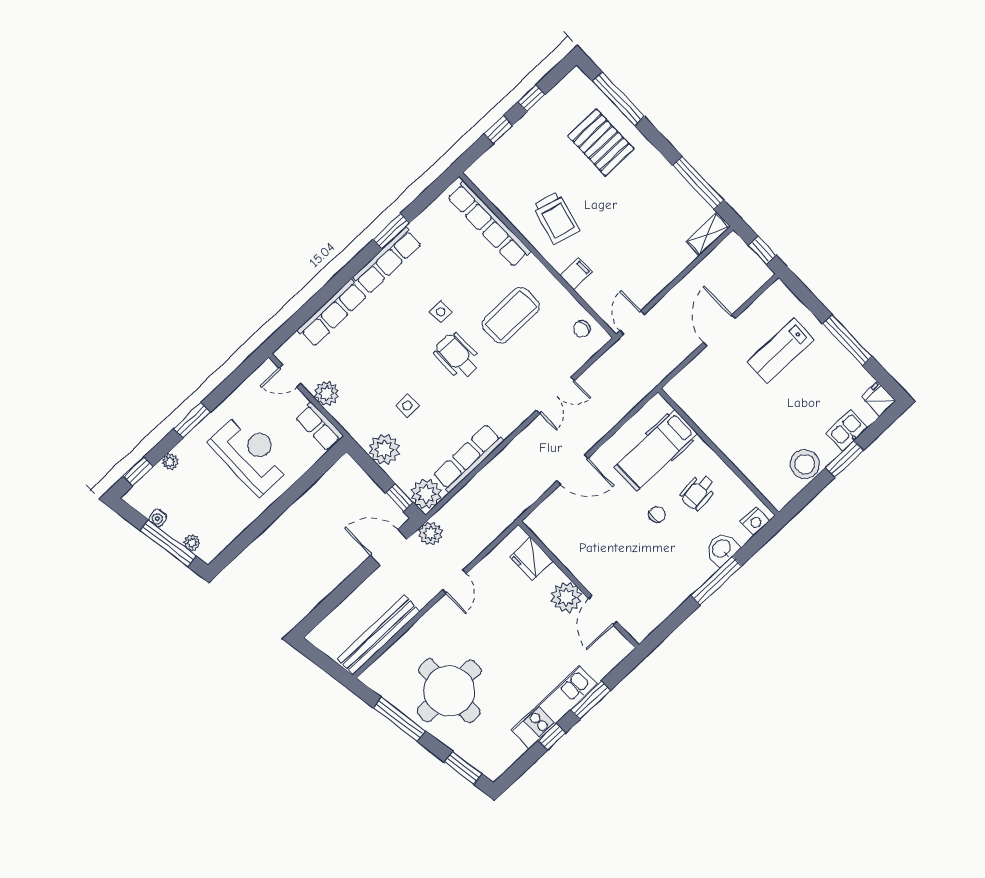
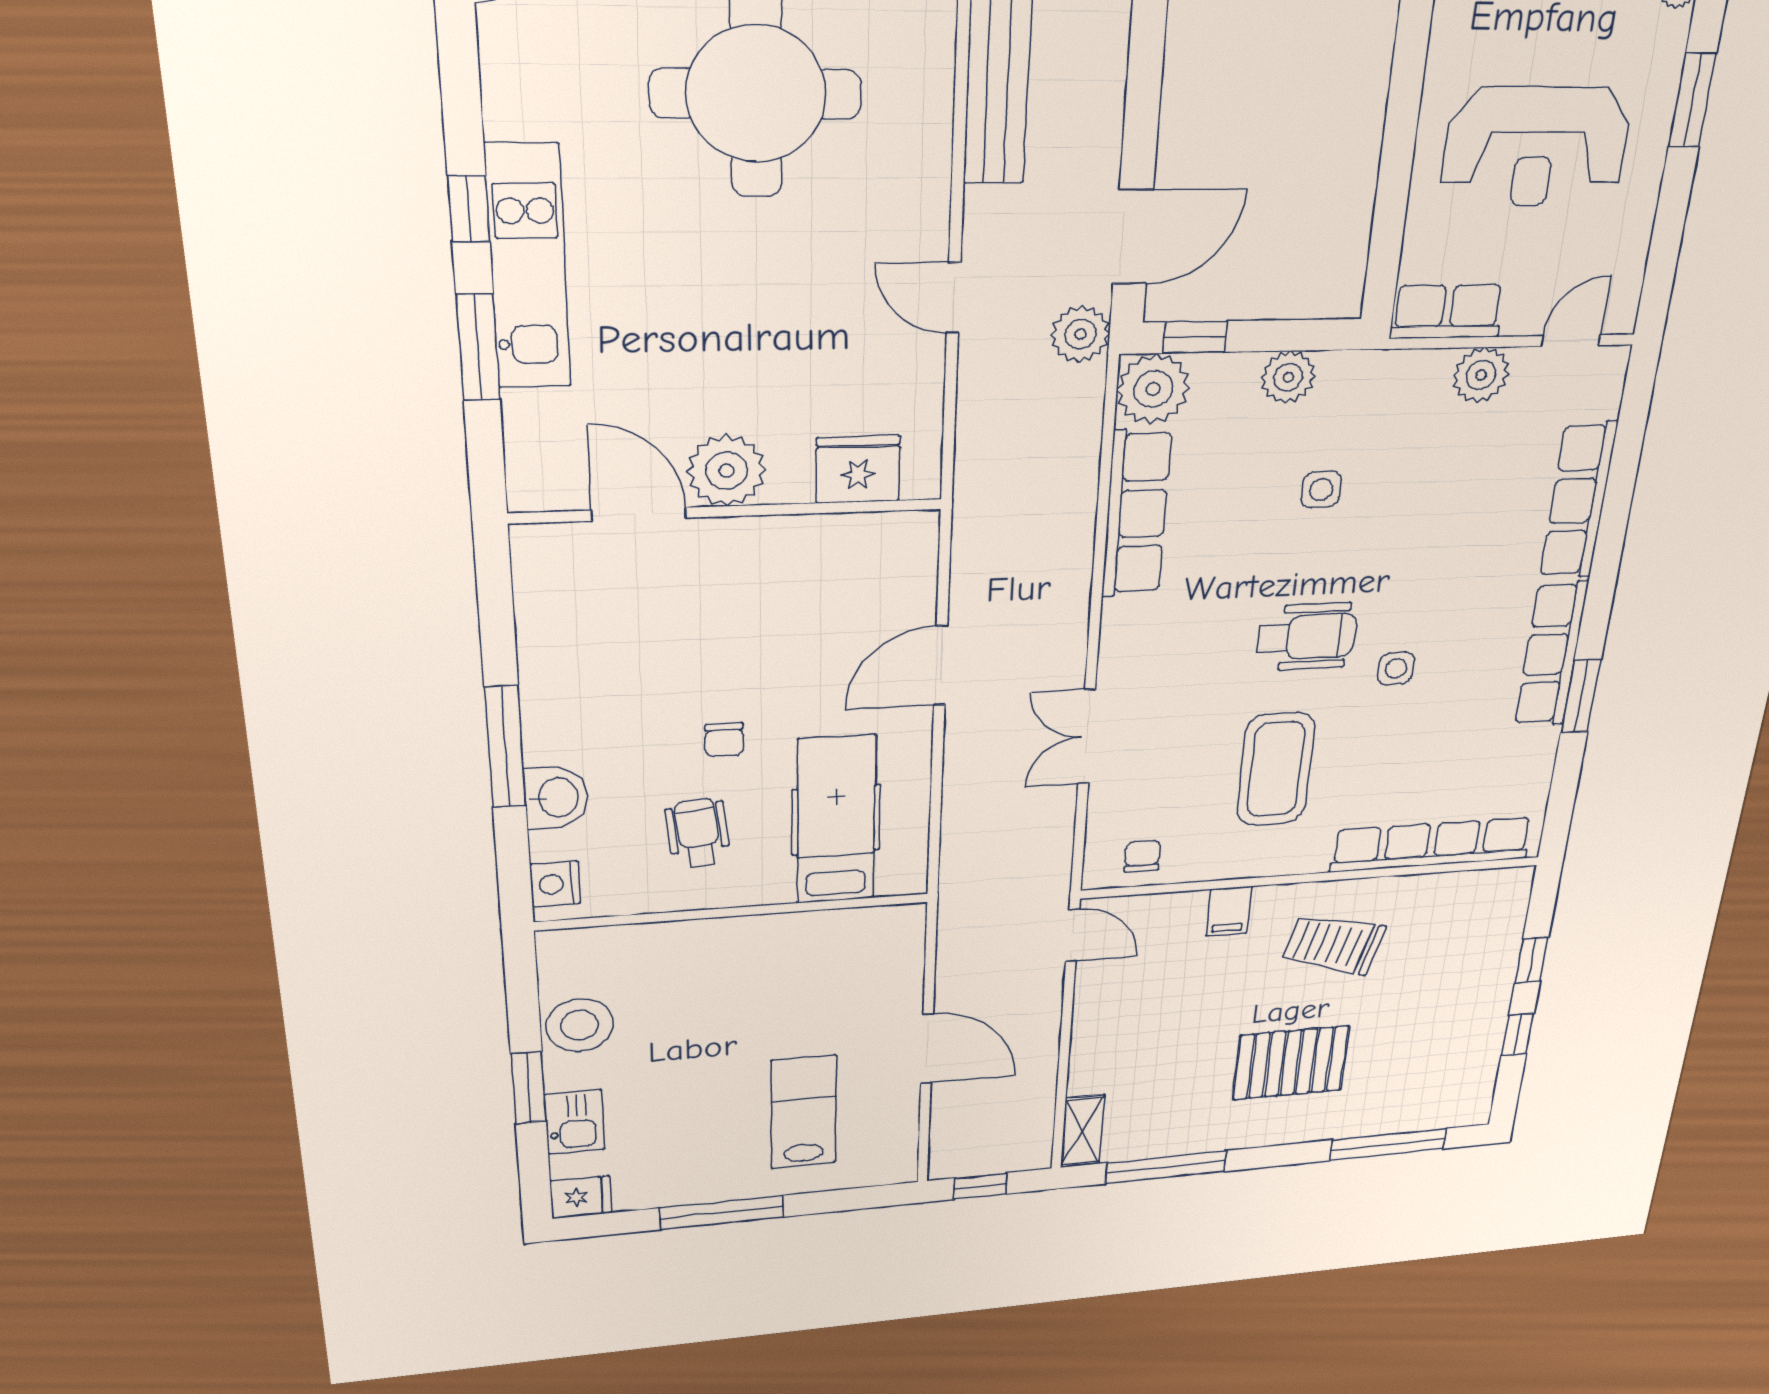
pallet: (601, 142) -> (1291, 1063), moved
plant: (384, 449) -> (1288, 377), width x0.73, depth x0.73

